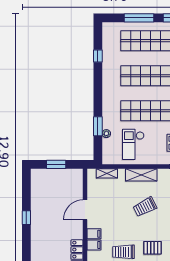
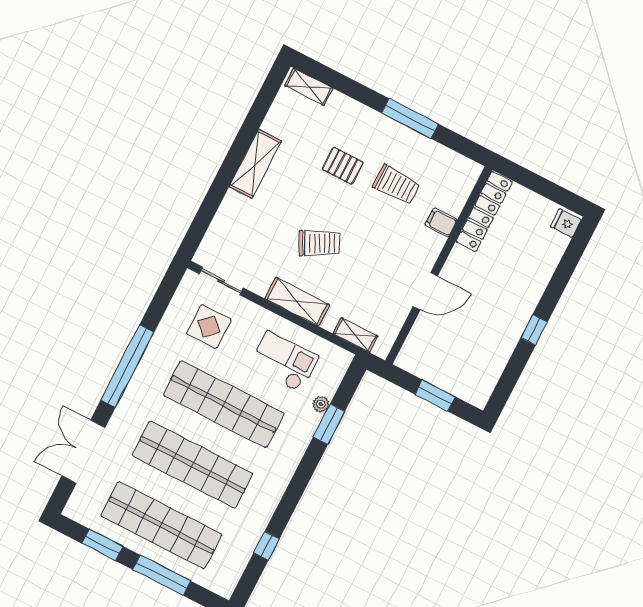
checkout: (133, 144) -> (284, 362), turned -90
filing cabinet: (94, 234) -> (431, 242), removed

